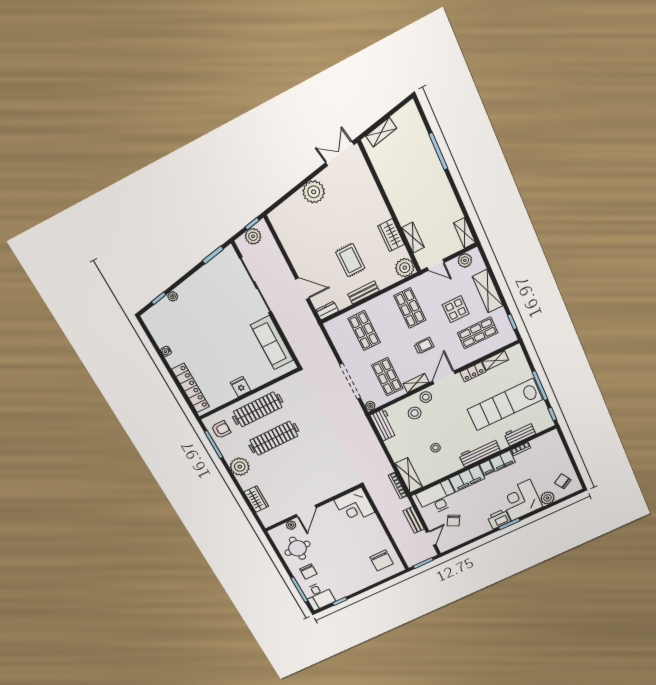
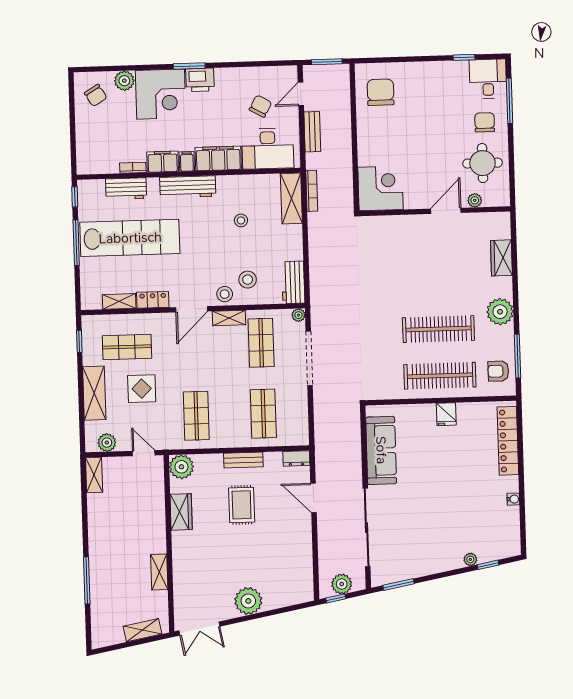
shelving: (413, 238) -> (159, 572), moved
trolley: (424, 346) -> (199, 361), removed

